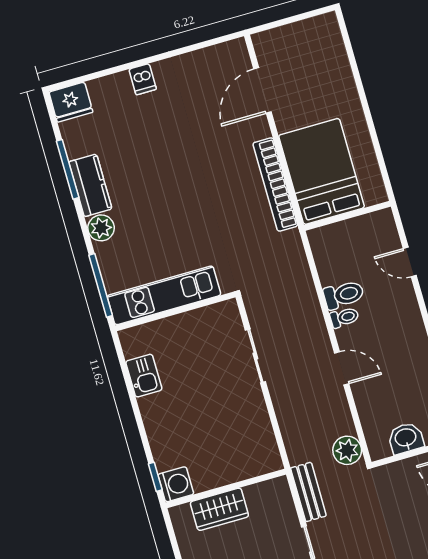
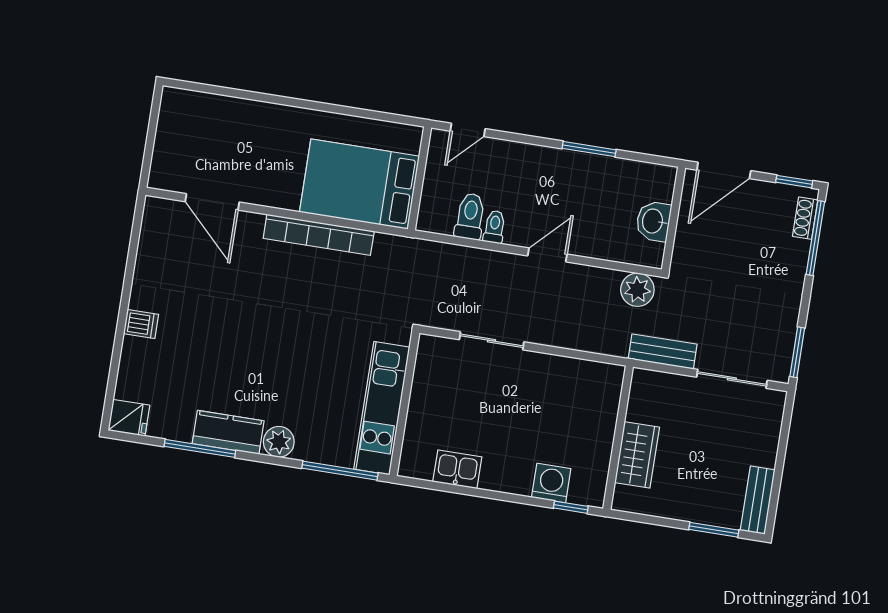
fridge: (71, 102) -> (129, 418), width x0.72
bed: (322, 171) -> (359, 184), moved
wall: (347, 216) -> (419, 178), moved
washing machine: (176, 484) -> (551, 483), moved

